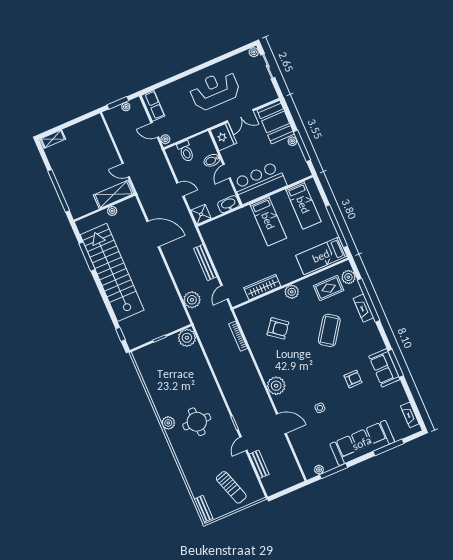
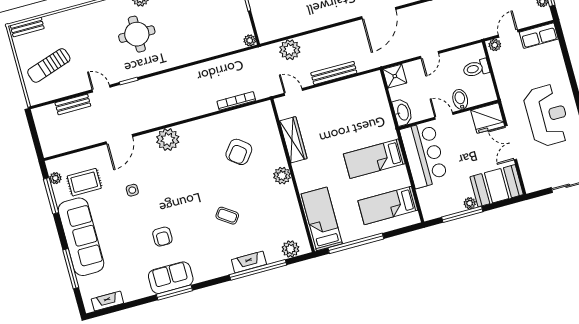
rug: (329, 288) -> (84, 182), moved, turned 90
coffee table: (329, 330) -> (227, 216), width x0.54, depth x0.58
plant: (187, 338) -> (250, 40), width x0.53, depth x0.53

